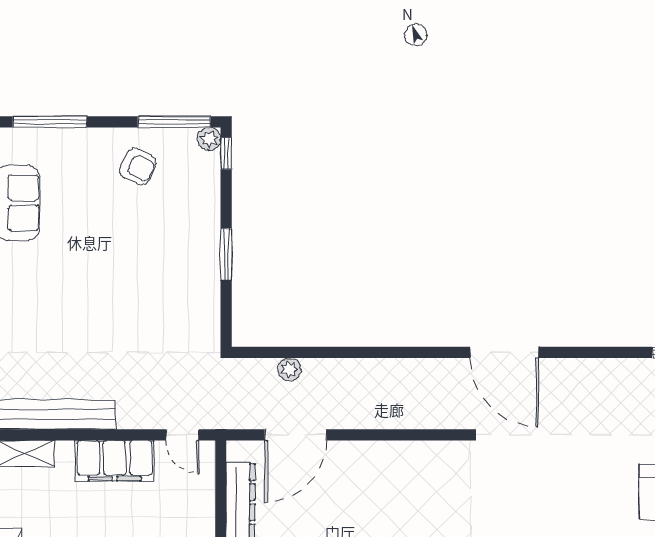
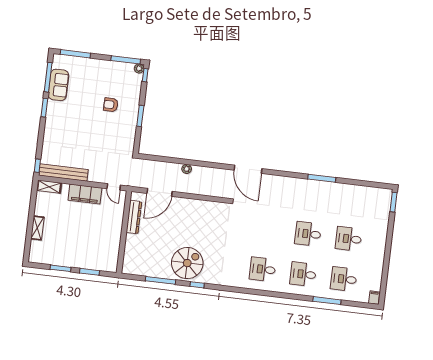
armchair: (138, 166) -> (111, 105), moved, turned 153
plant: (290, 370) -> (187, 169), moved

